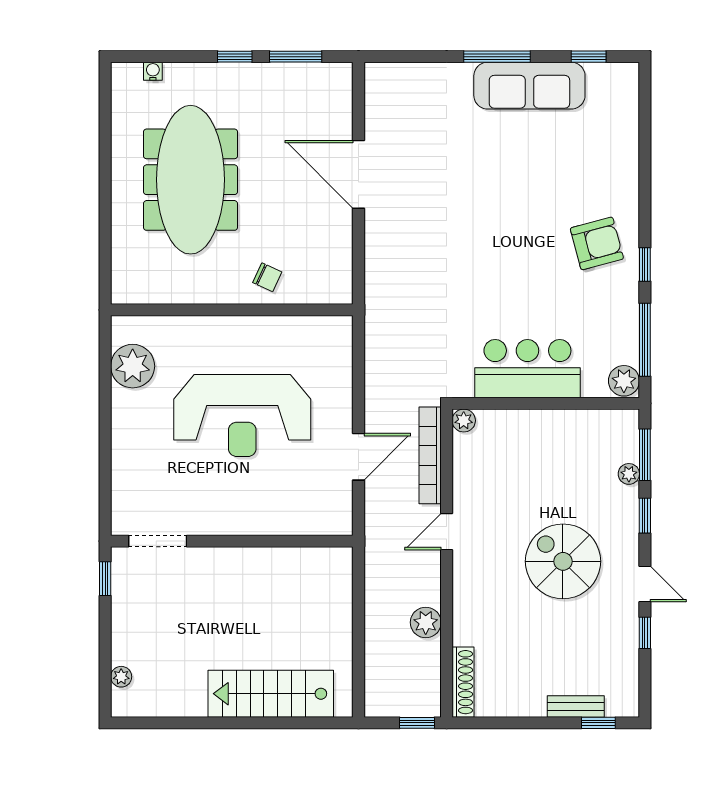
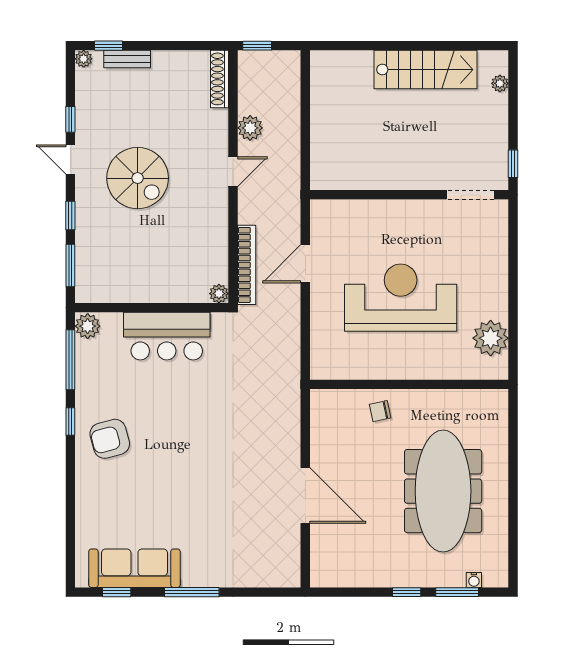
window: (296, 57) -> (457, 592), moved
sofa: (529, 86) -> (134, 568), moved
chair: (267, 277) -> (380, 411), turned -37
plant: (629, 474) -> (84, 59), moved
door: (447, 532) -> (233, 172), moved
stairs: (271, 694) -> (425, 70), moved

